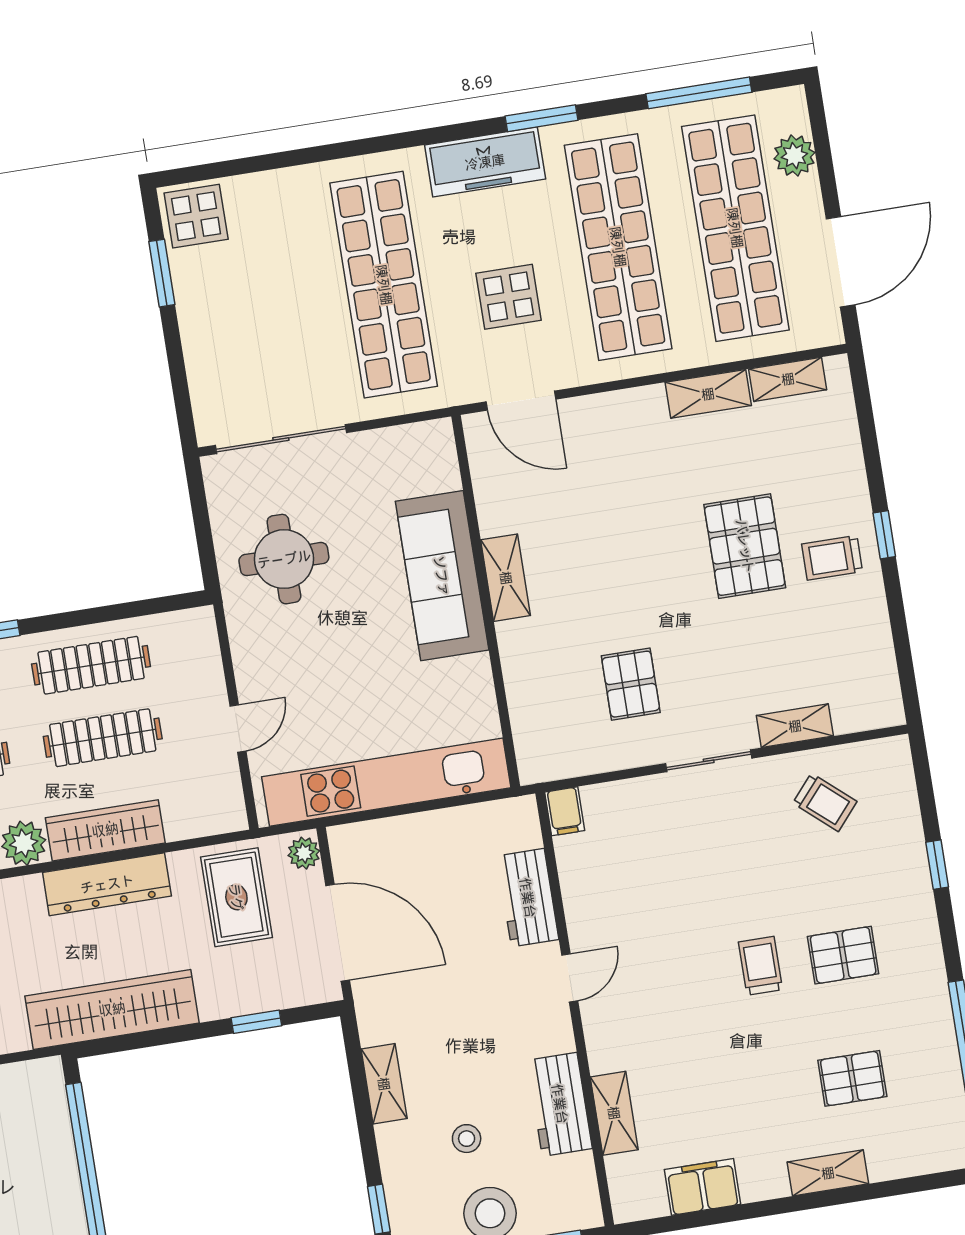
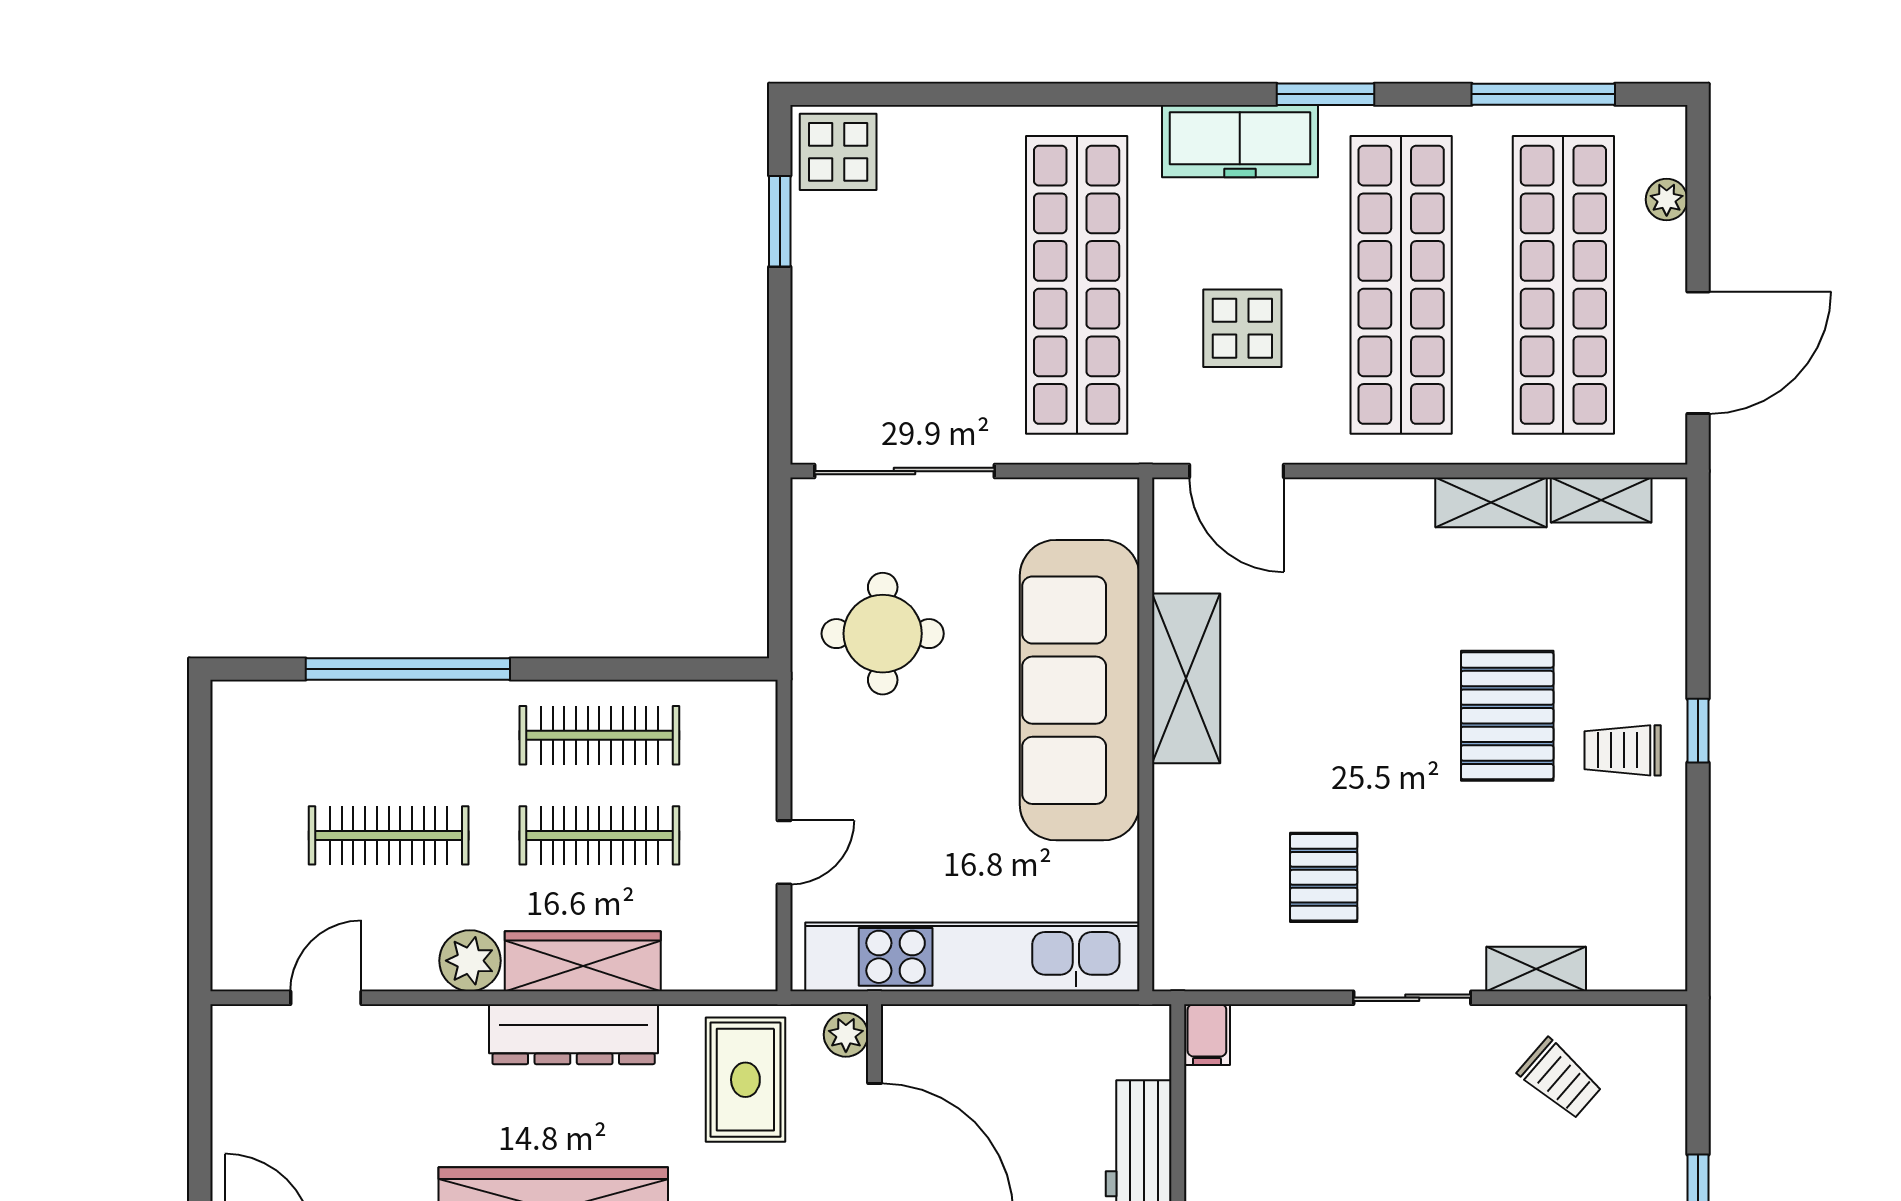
plant: (794, 156) -> (1667, 200), width x0.73, depth x0.73
sofa: (442, 576) -> (1080, 690), width x1.36, depth x1.27
shelving: (506, 578) -> (1186, 678), width x1.50, depth x1.33

